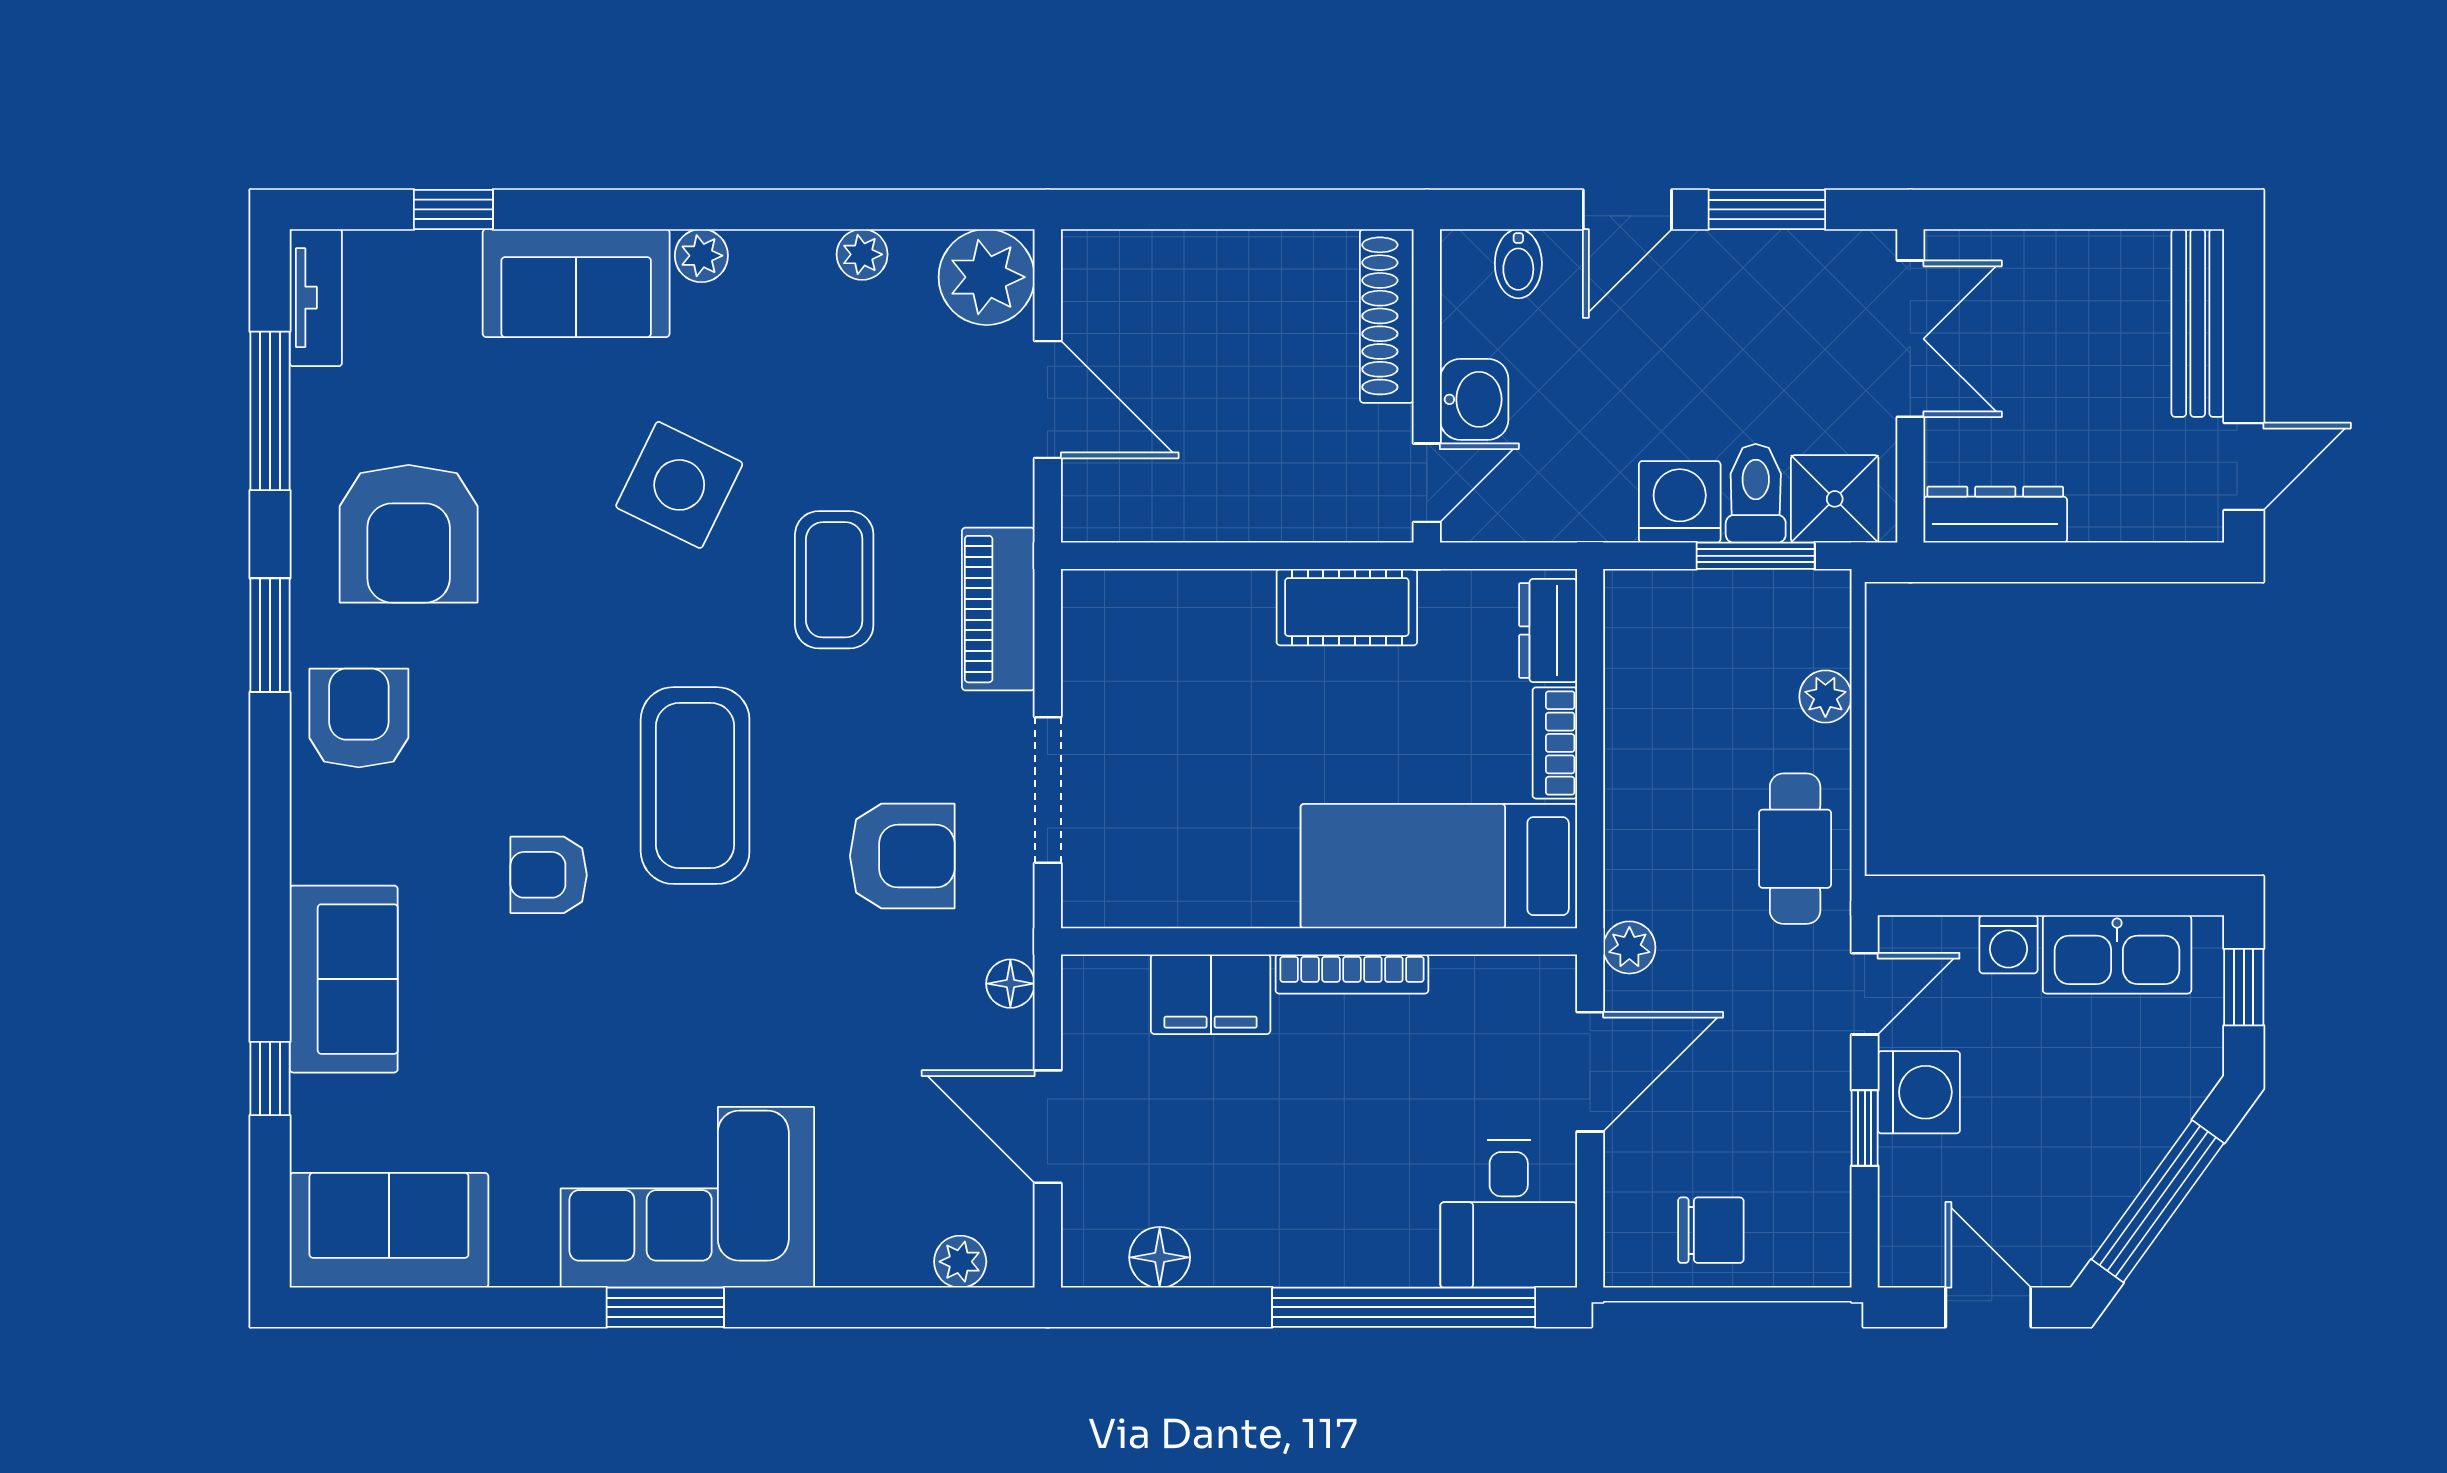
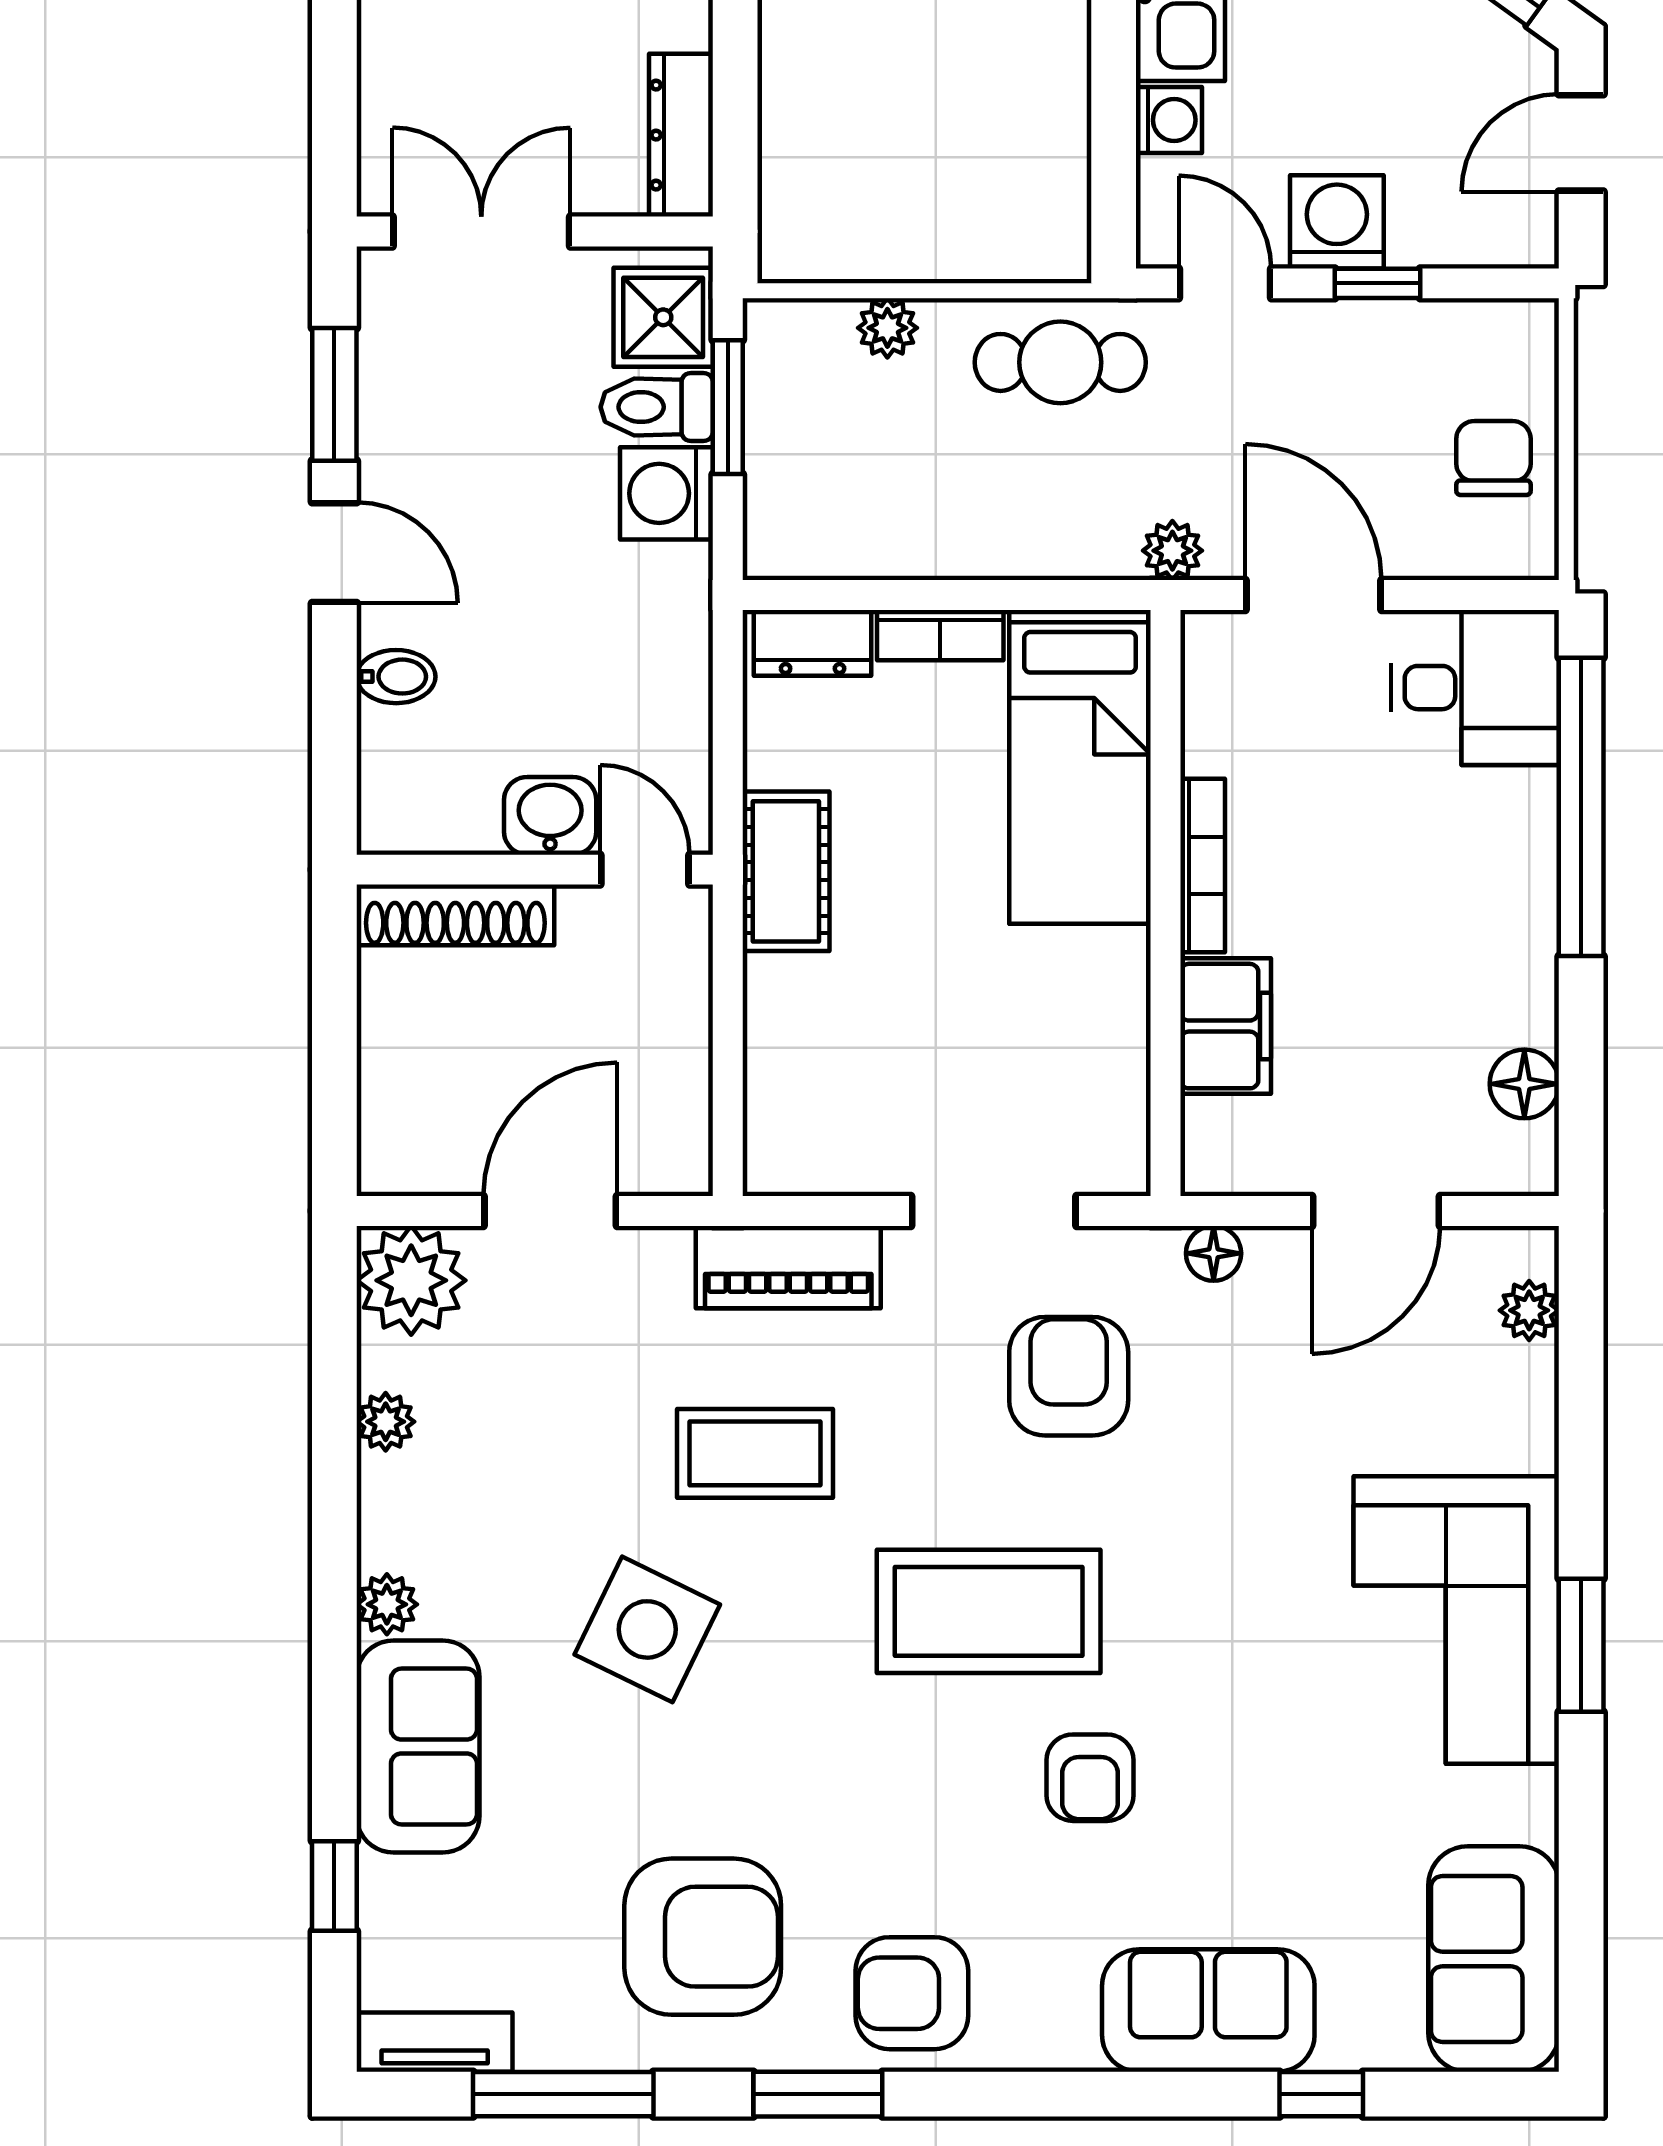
shoe rack: (1387, 316) -> (455, 915), moved
wall: (1427, 386) -> (535, 870), moved
washbasin: (1474, 399) -> (550, 816), moved
door: (1427, 483) -> (645, 870), moved

